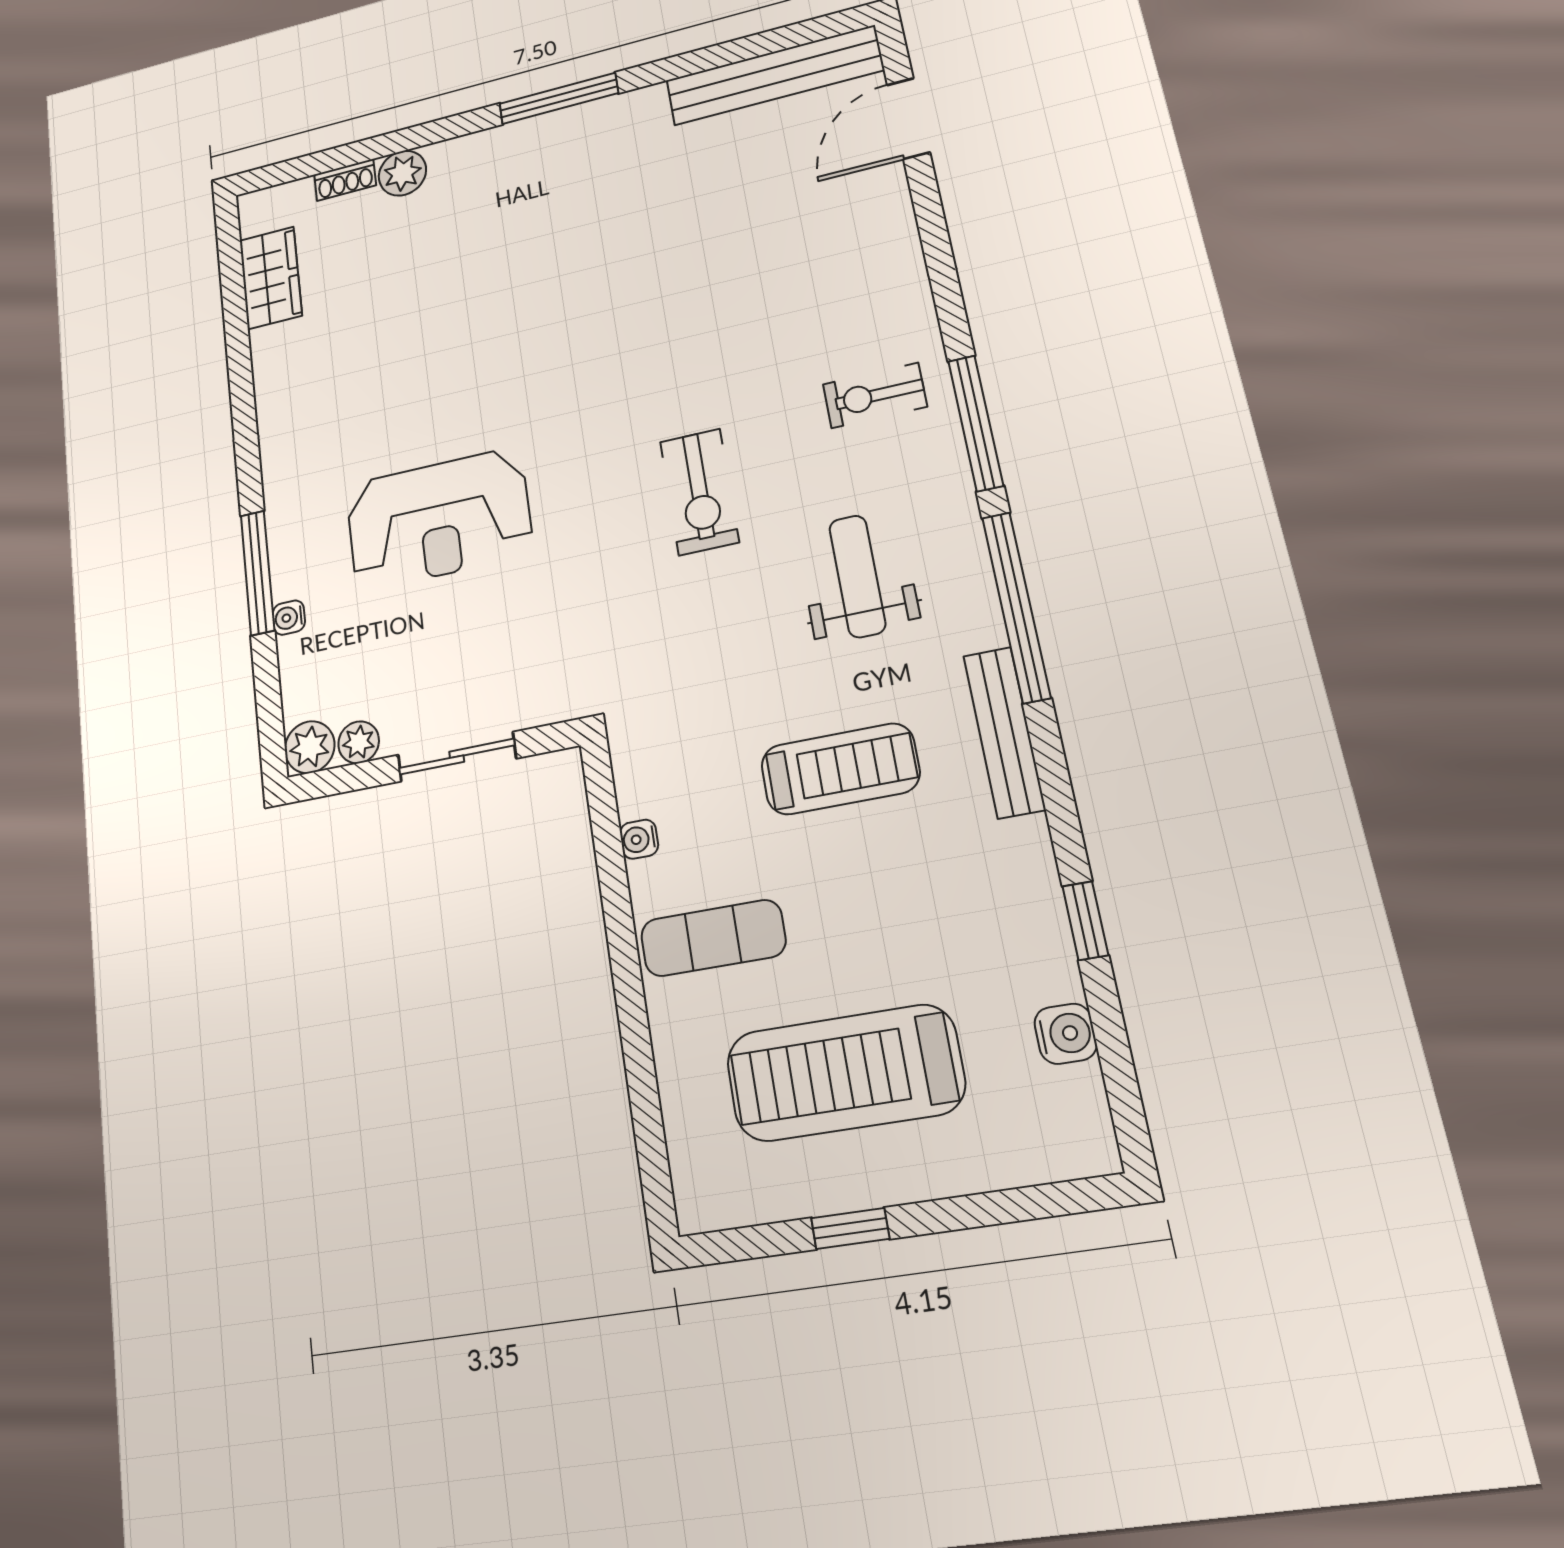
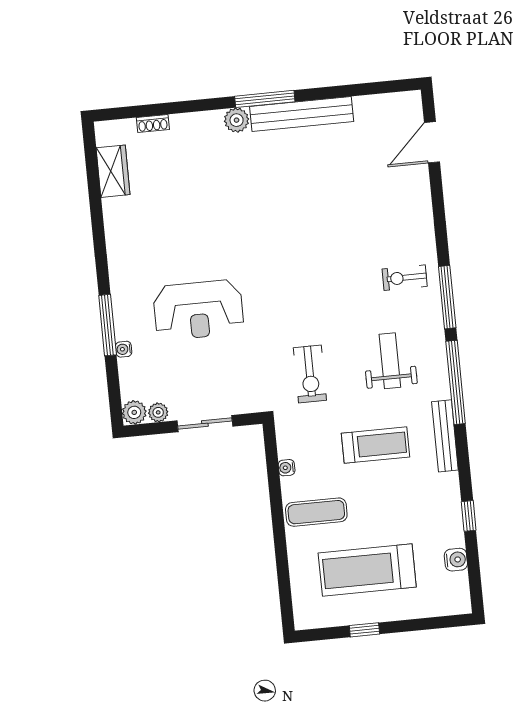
bench: (774, 75) -> (302, 114), moved
plant: (402, 173) -> (237, 120), moved
exercise bike: (699, 492) -> (310, 374), moved

